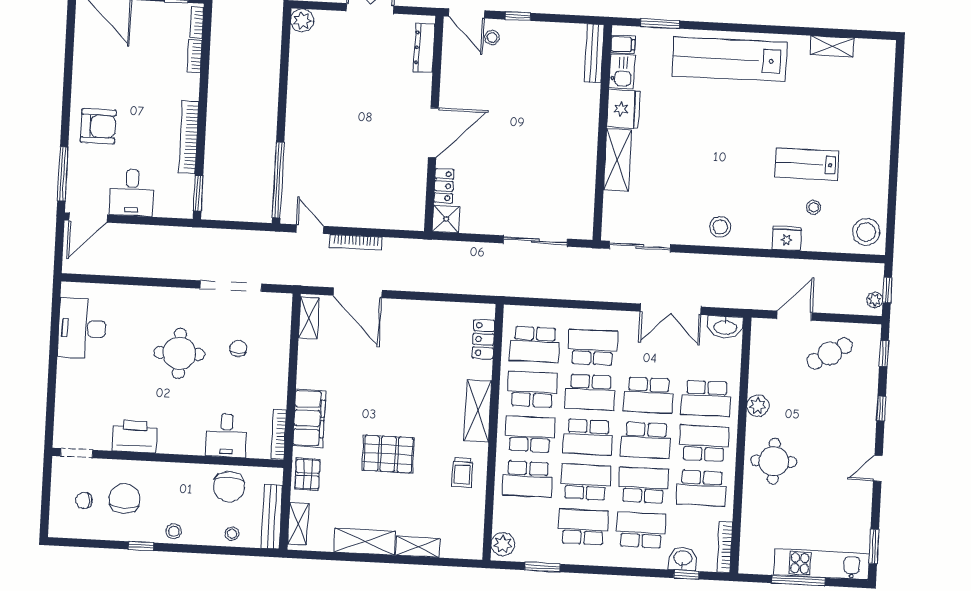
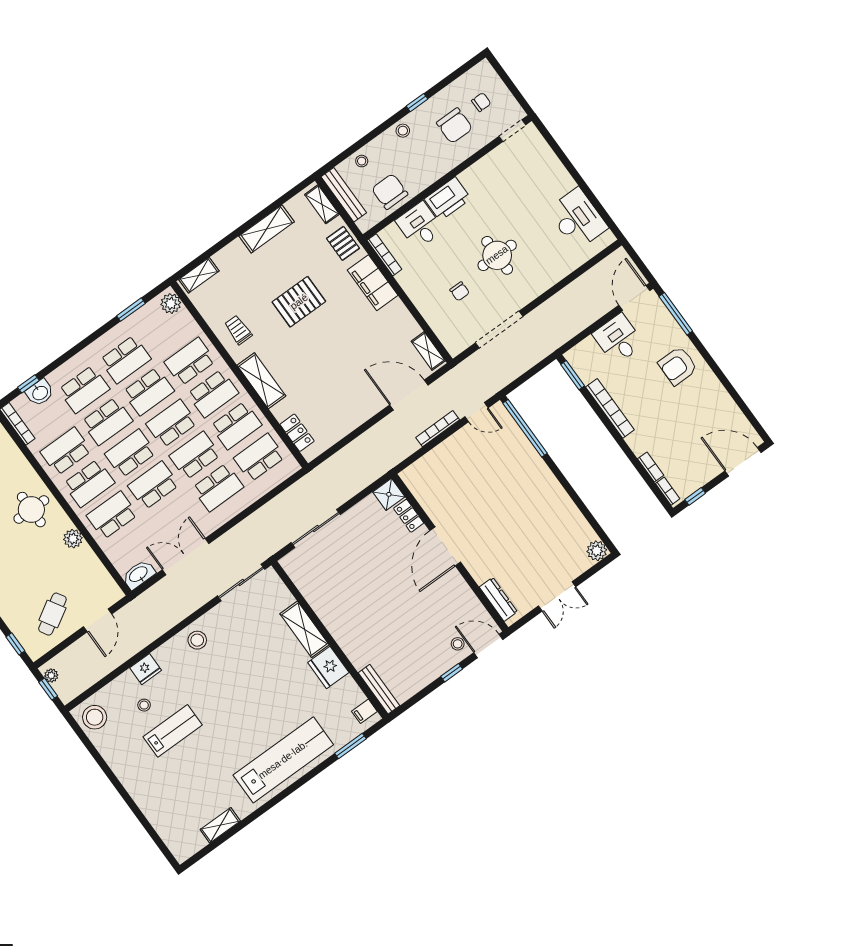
kitchen sink: (622, 72) -> (350, 692), removed
printer: (135, 436) -> (448, 199), moved
shelving: (418, 547) -> (199, 275), moved

